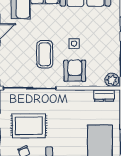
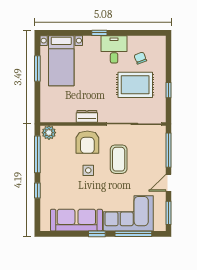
dresser: (104, 95) -> (87, 116), moved

